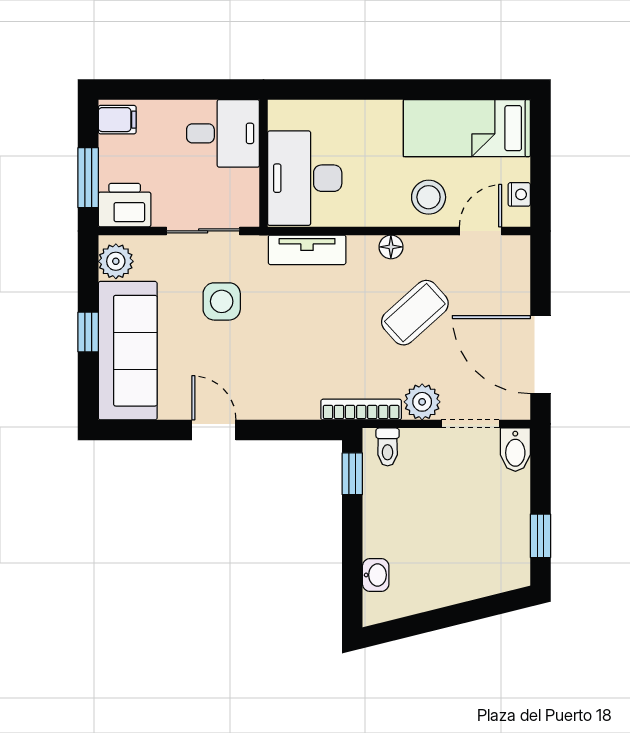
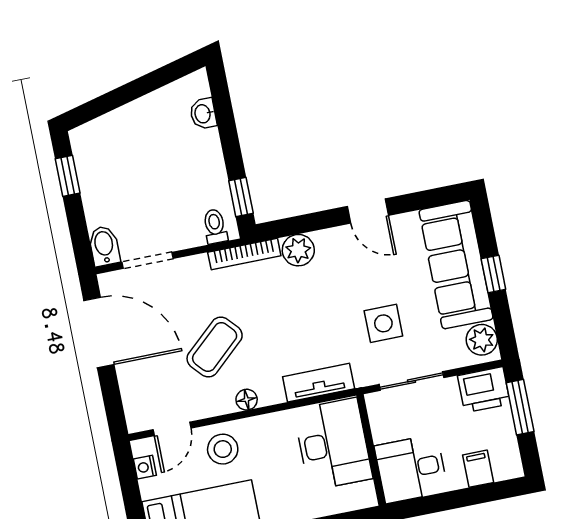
filing cabinet: (117, 120) -> (478, 469), moved, turned 90
plant: (422, 402) -> (298, 250), moved

